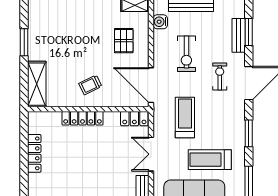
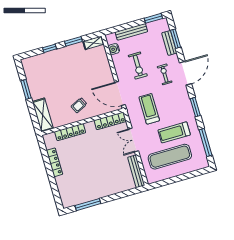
pallet: (124, 41) -> (93, 69), removed
locker: (83, 118) -> (70, 132), moved
locker: (134, 119) -> (110, 121), width x1.53

